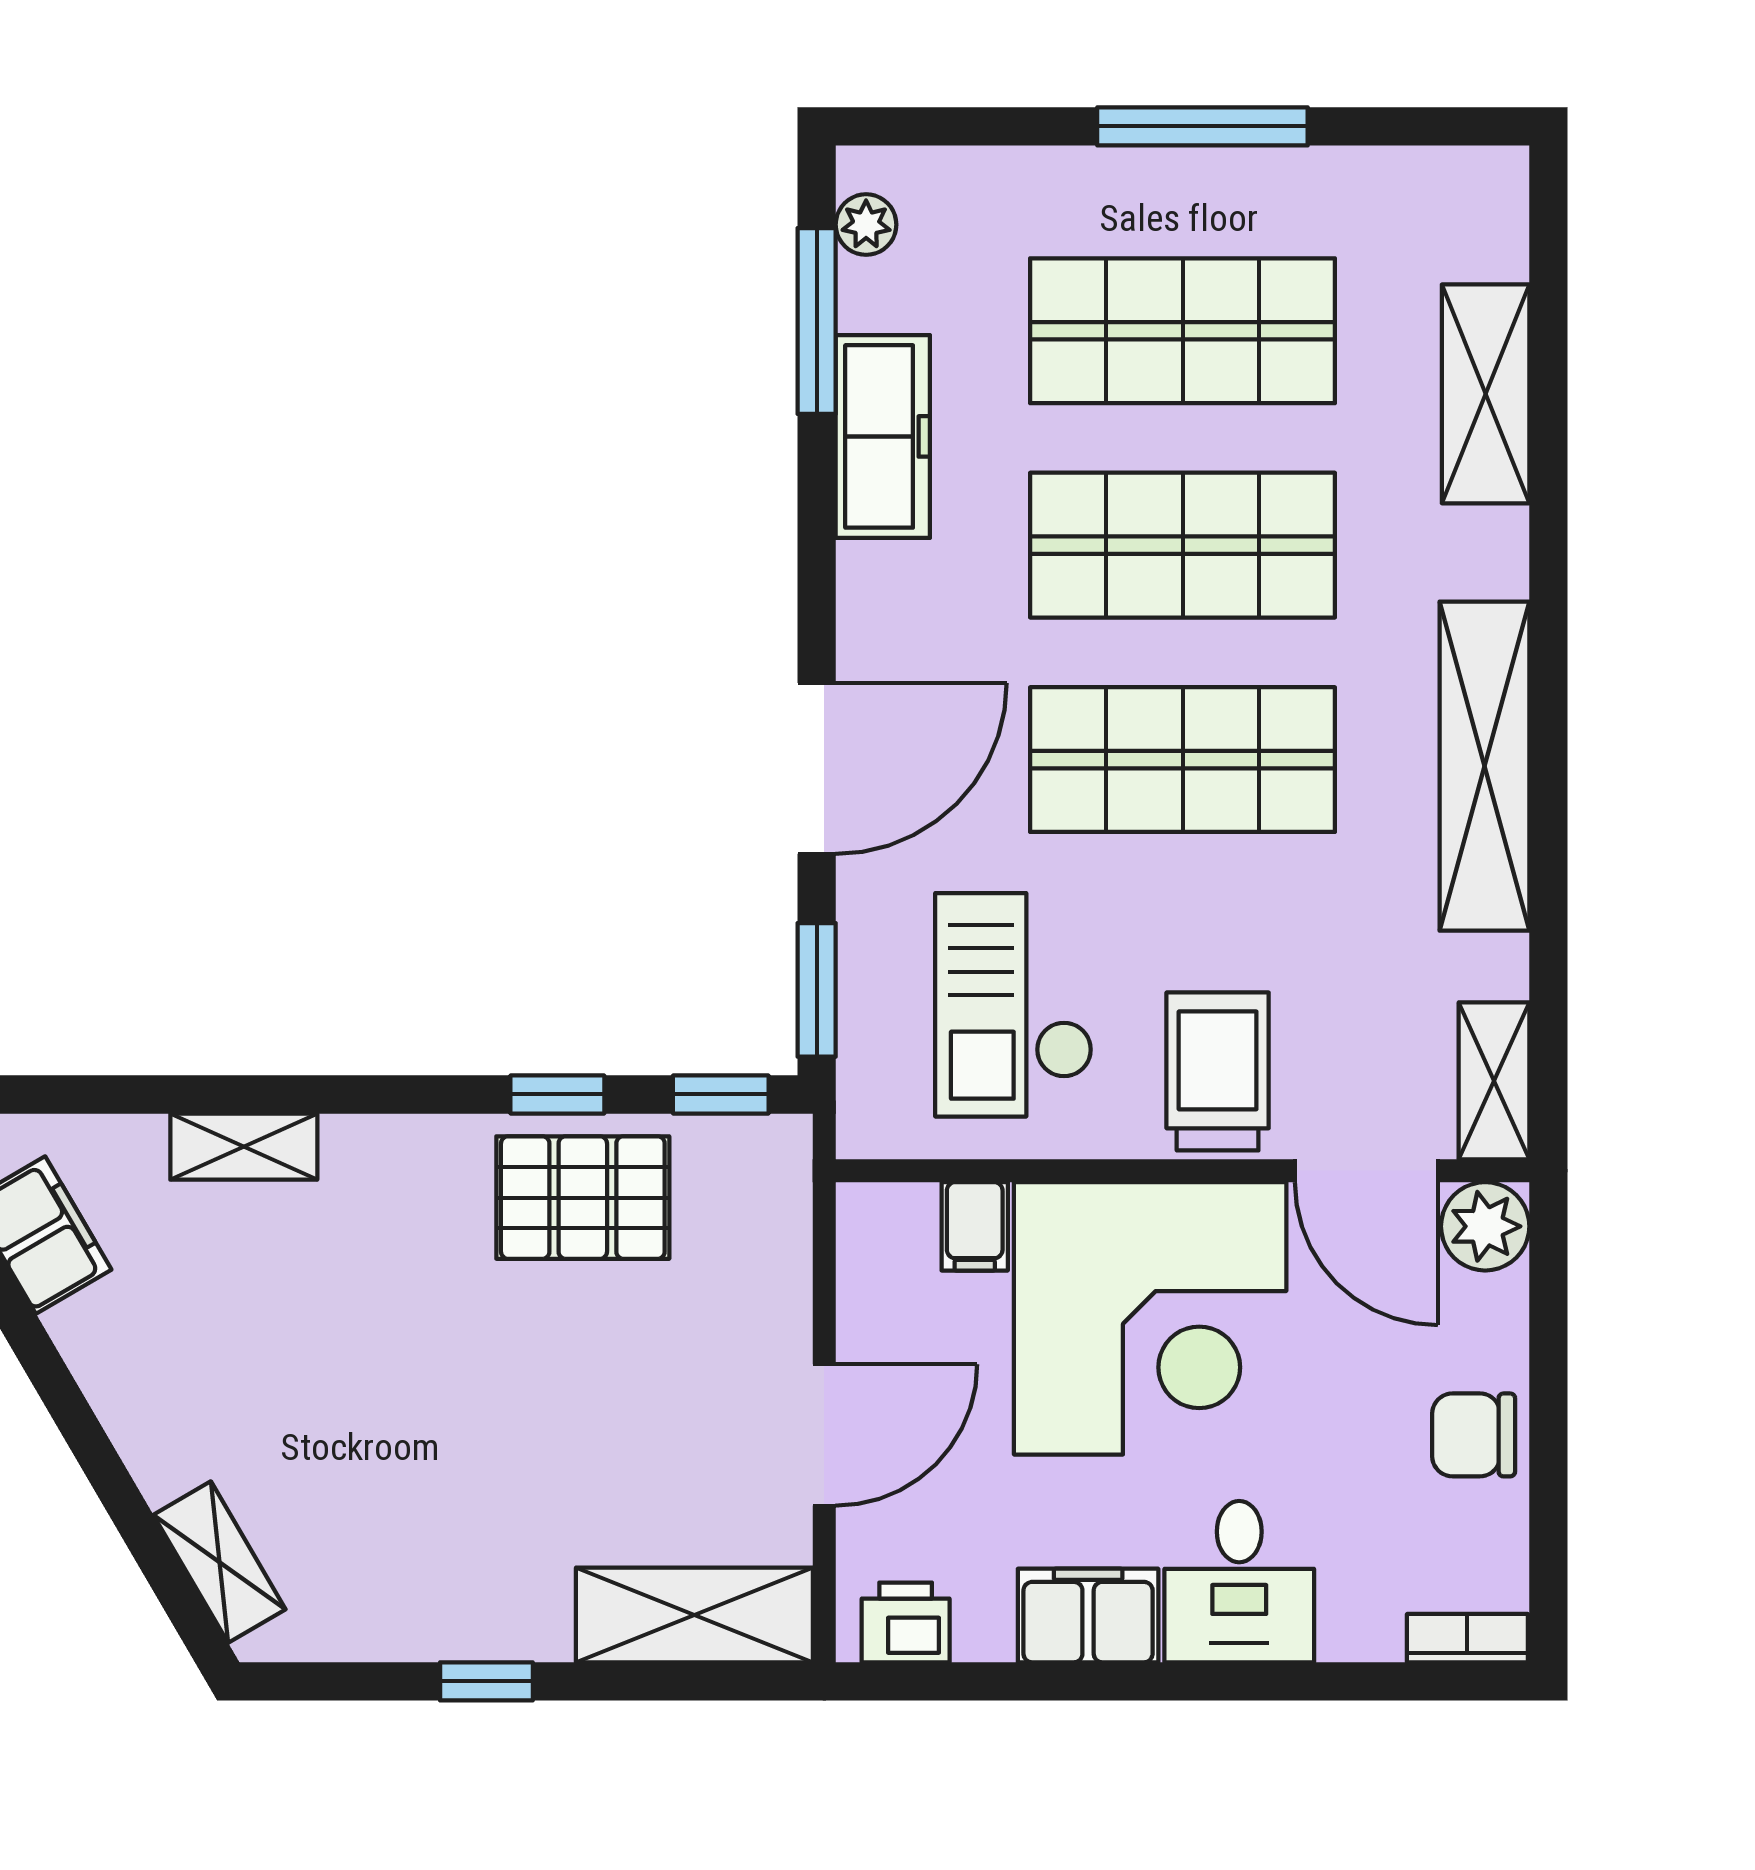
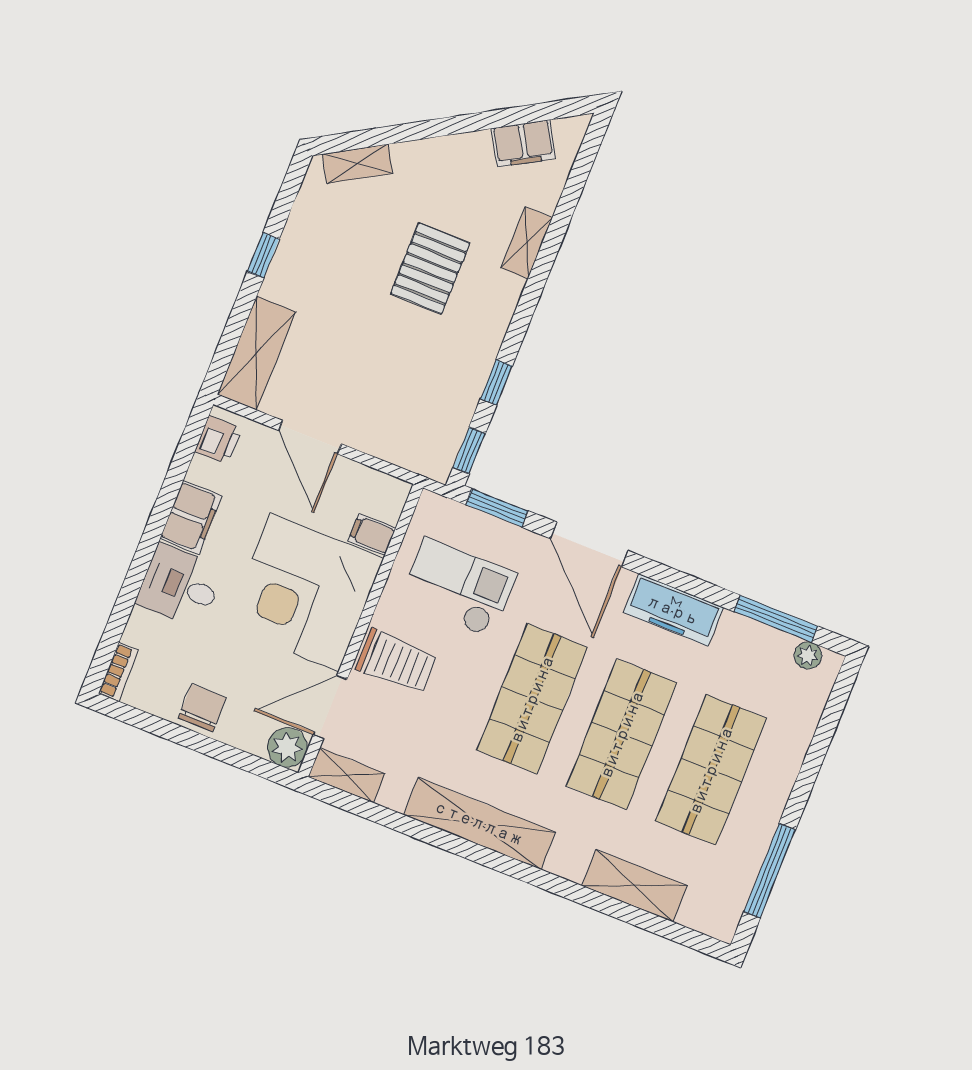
window: (1202, 126) -> (770, 871), moved
freezer: (883, 436) -> (673, 610), moved
pallet: (583, 1198) -> (430, 268), moved

